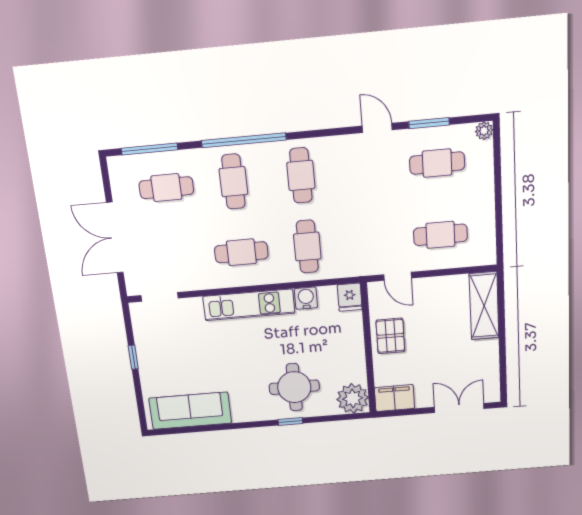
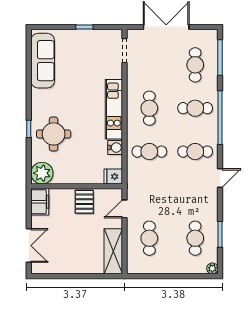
door: (377, 128) -> (220, 178), moved
shelving: (484, 306) -> (113, 251), moved, turned 90
pallet: (390, 336) -> (84, 202), turned 90

